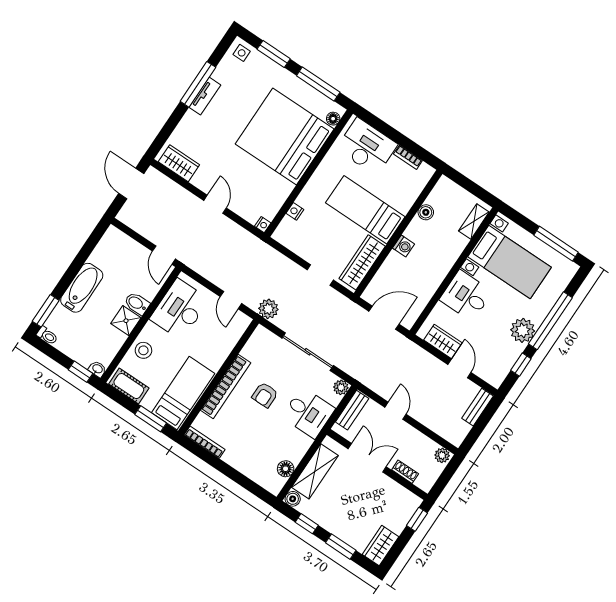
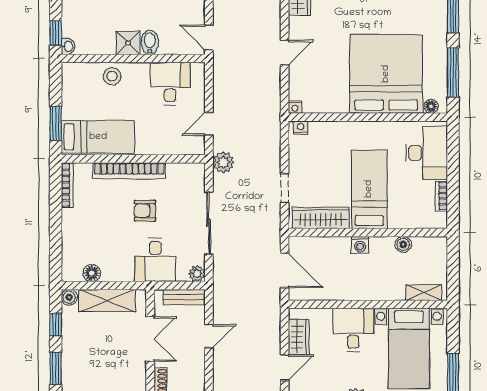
nightstand: (295, 211) -> (301, 128), moved
door: (164, 255) -> (209, 37), hinge flipped
desk: (179, 309) -> (170, 84), width x0.73
cot: (129, 386) -> (72, 84), removed

